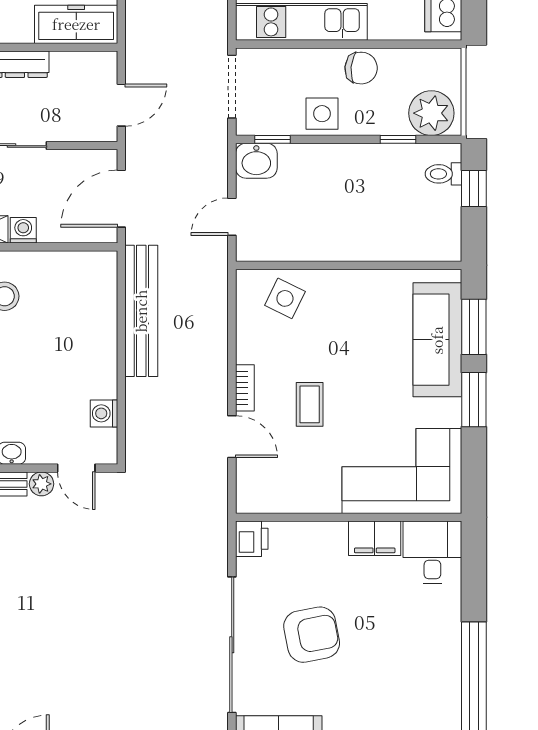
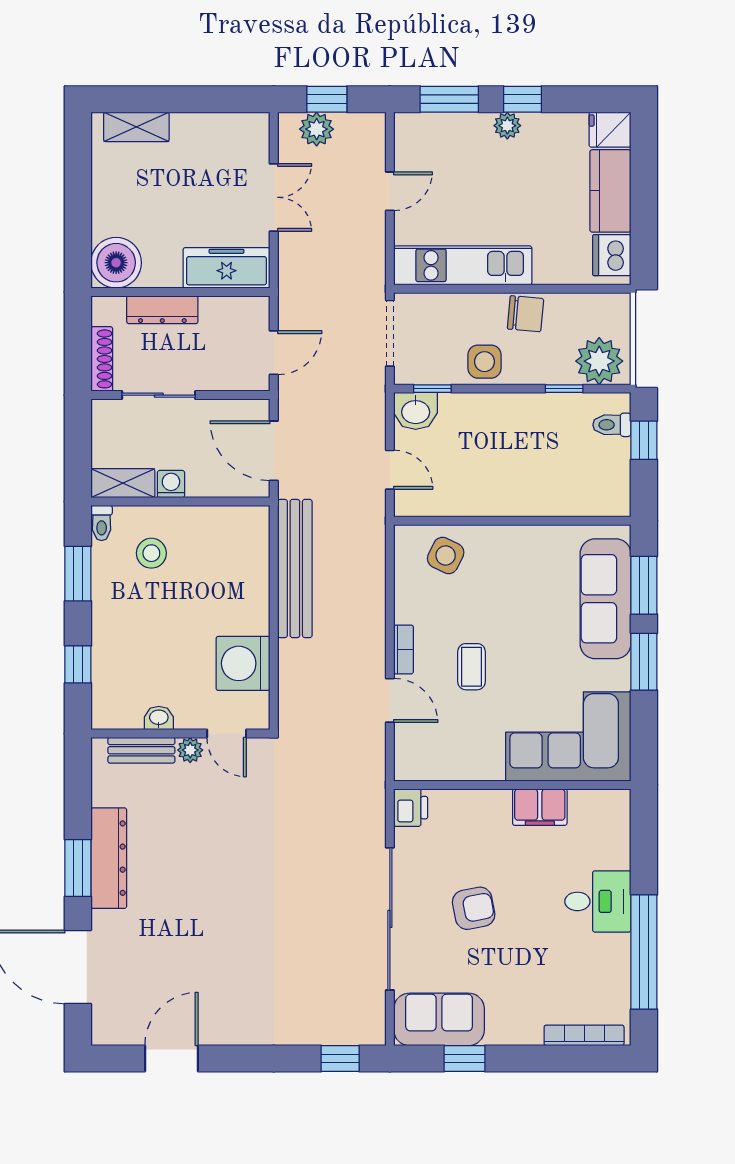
door: (121, 199) -> (274, 451), hinge flipped
door: (232, 217) -> (390, 470), swing flipped
washing machine: (104, 413) -> (243, 663), width x1.89, depth x1.89
desk: (432, 552) -> (598, 901), moved, turned 90
armchair: (312, 635) -> (474, 908), width x0.72, depth x0.72

